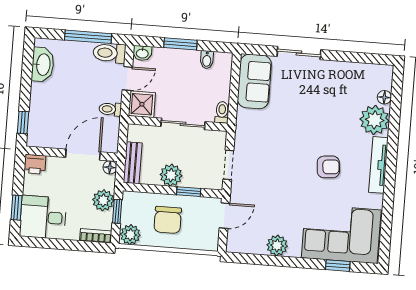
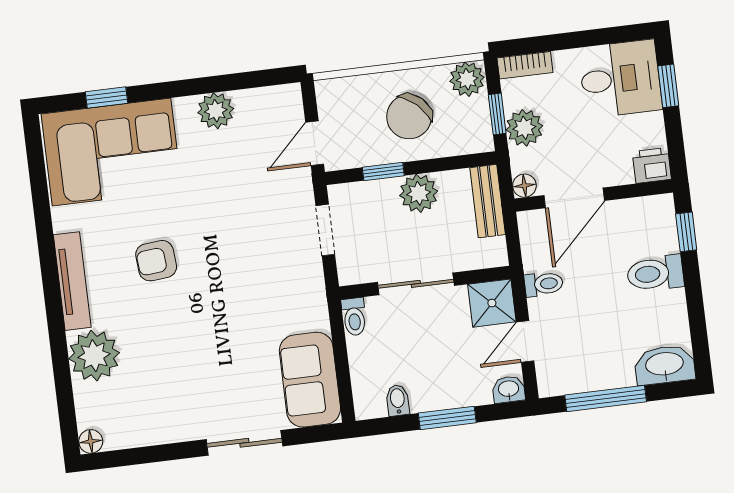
toilet: (109, 53) -> (655, 273), moved, turned 180
washbasin: (43, 65) -> (665, 365), moved, turned 90
floor lamp: (384, 97) -> (91, 441), moved
chair: (168, 220) -> (409, 117), turned -137

